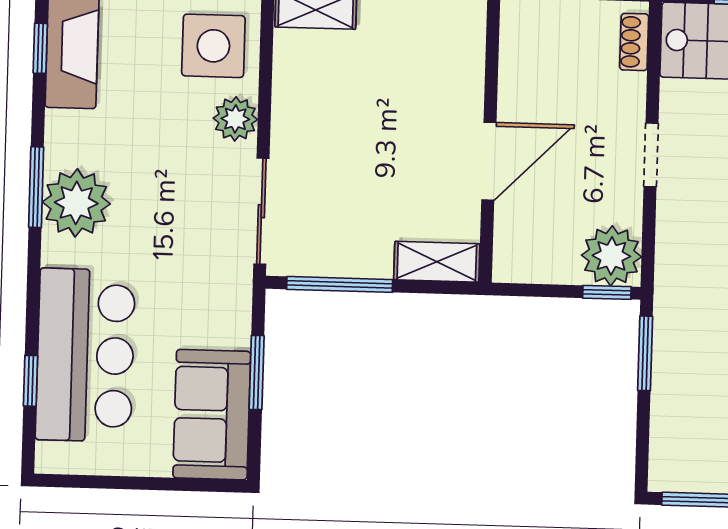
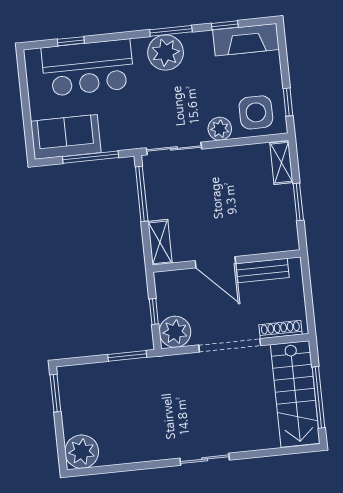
shoe rack: (634, 42) -> (281, 329), width x1.43
window: (40, 48) -> (225, 25), moved
bench: (517, 73) -> (263, 270), added
doorway: (651, 155) -> (230, 345), width x1.87
window: (607, 292) -> (154, 312), moved
window: (257, 372) -> (91, 157), width x1.44

